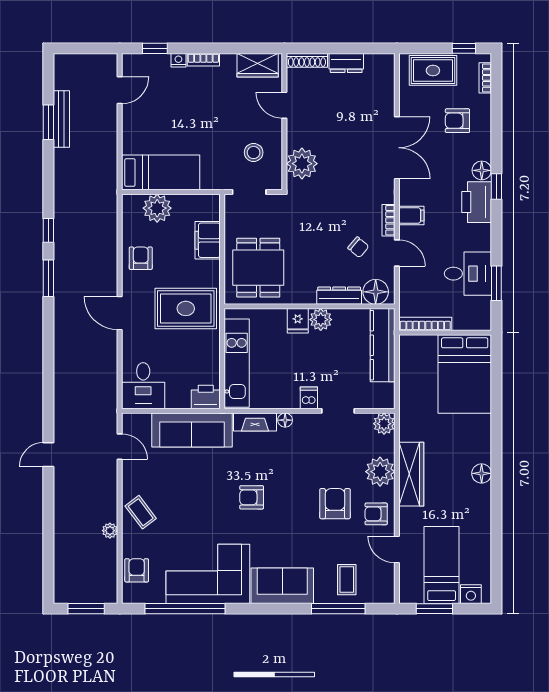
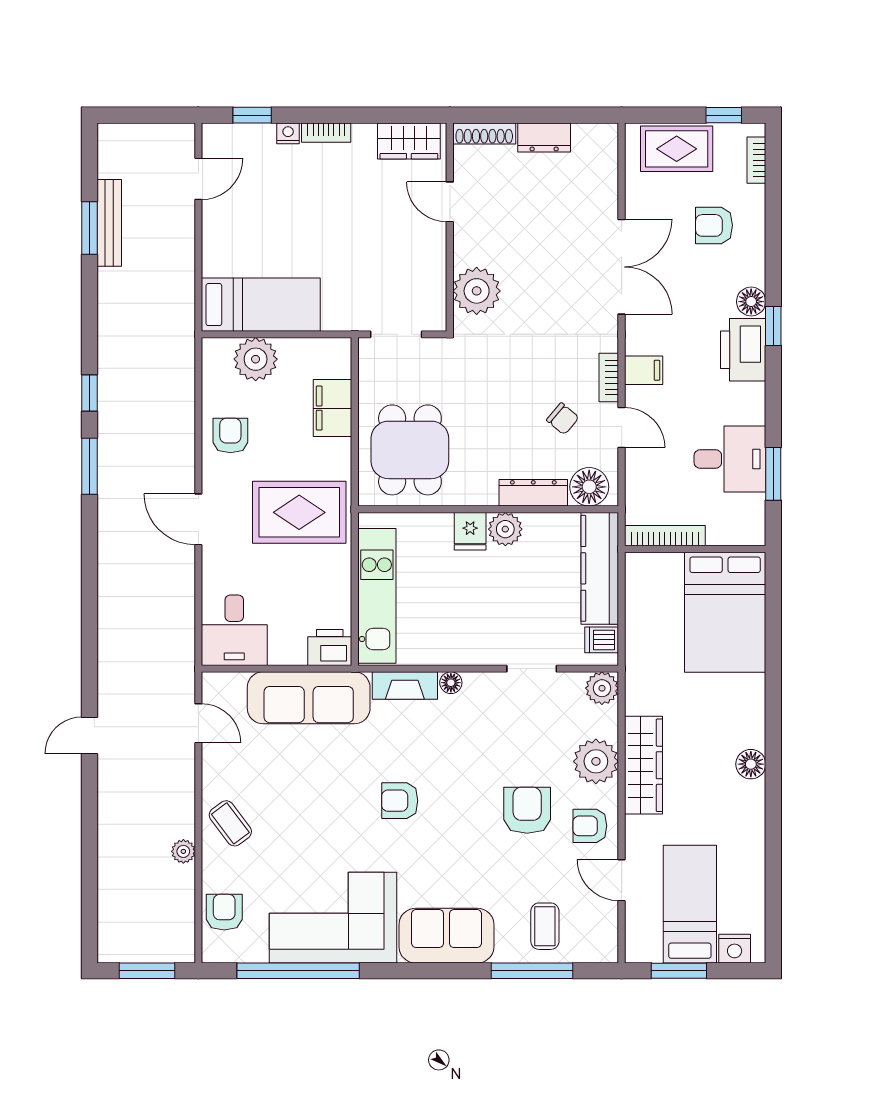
stool: (254, 152) -> (403, 274), removed
dishwasher: (309, 398) -> (602, 640), moved, turned -90

